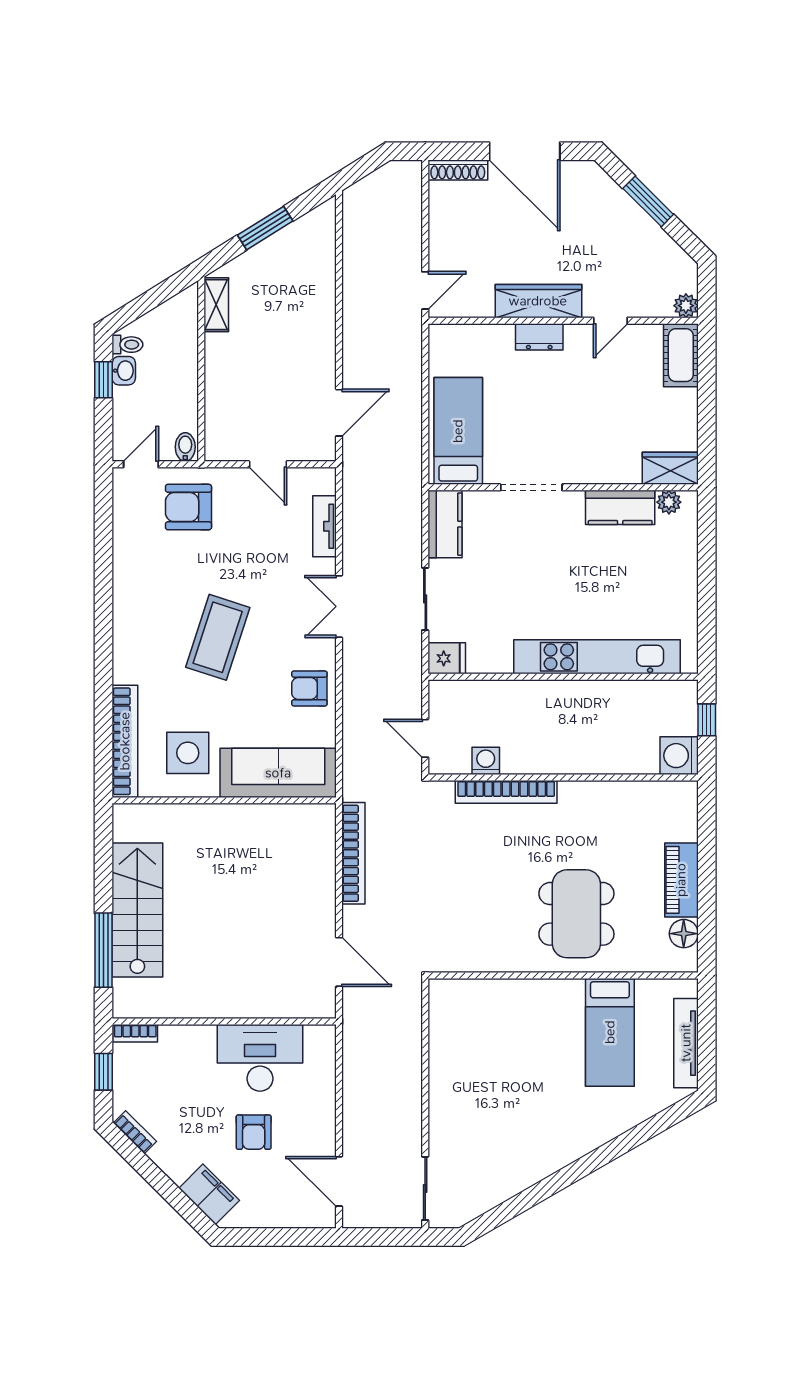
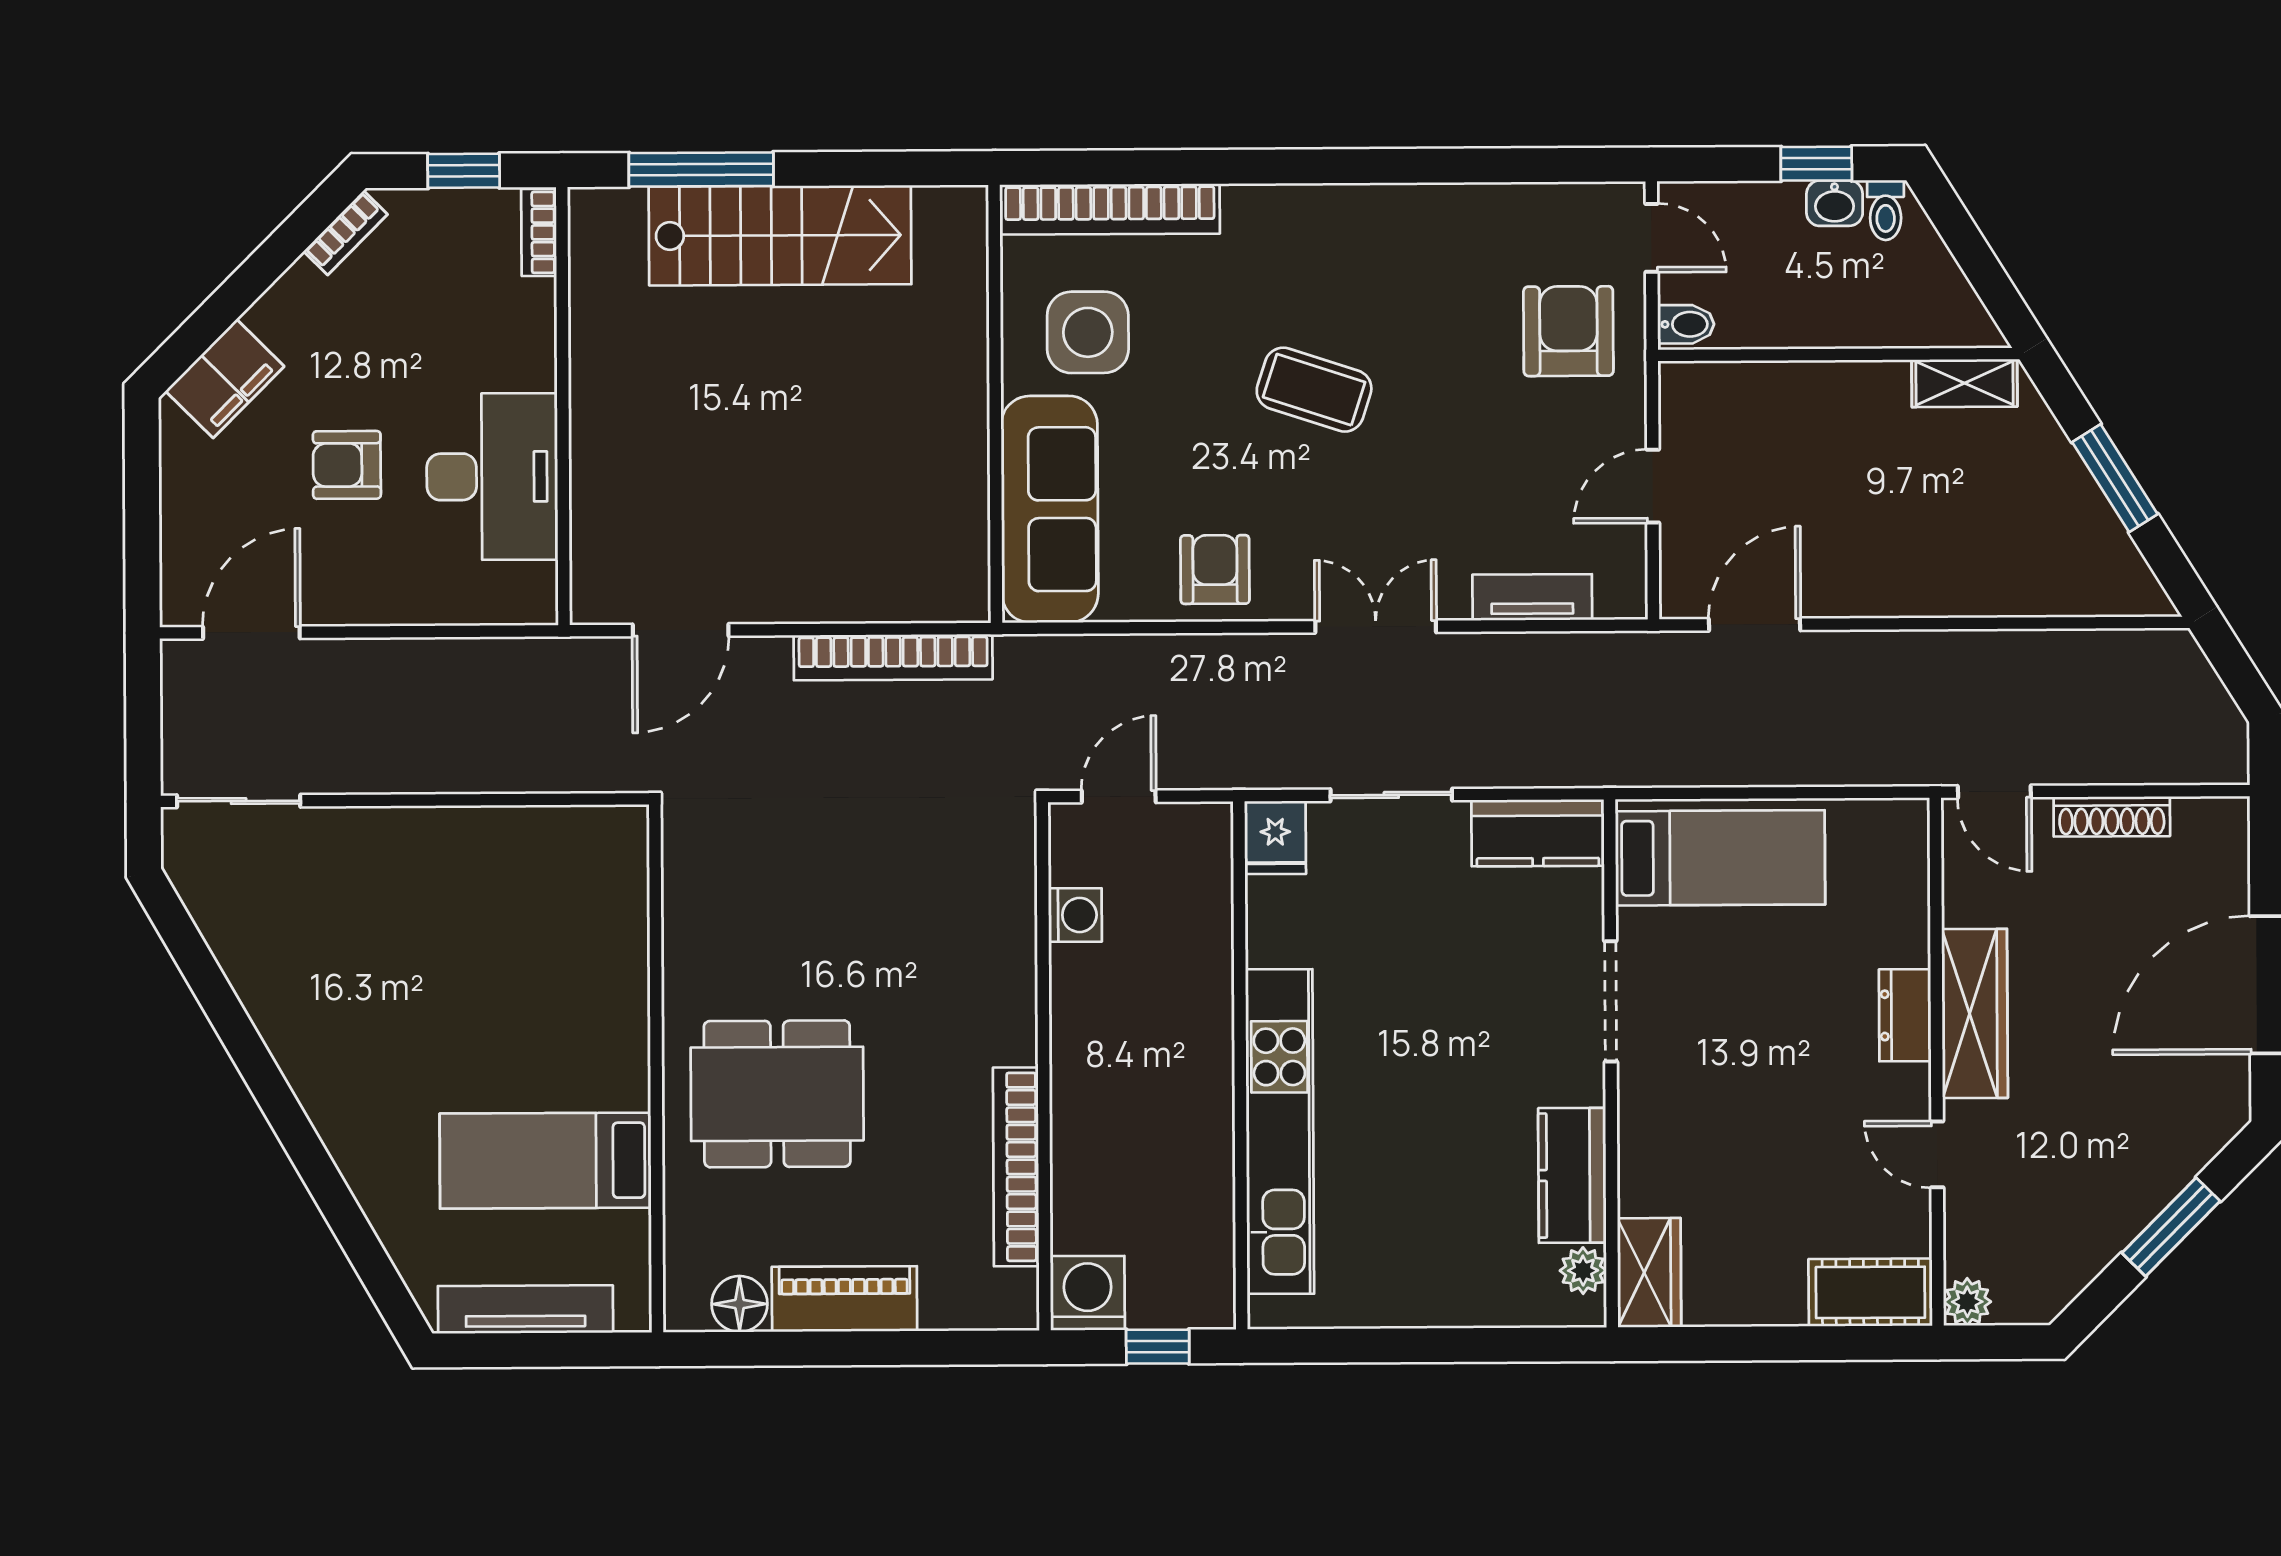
shoe rack: (458, 170) -> (2112, 817), moved, turned -90
door: (339, 413) -> (1755, 625), swing flipped
coffee table: (218, 637) -> (1314, 390), width x0.73, depth x0.76
bookcase: (506, 792) -> (1016, 1167), moved

